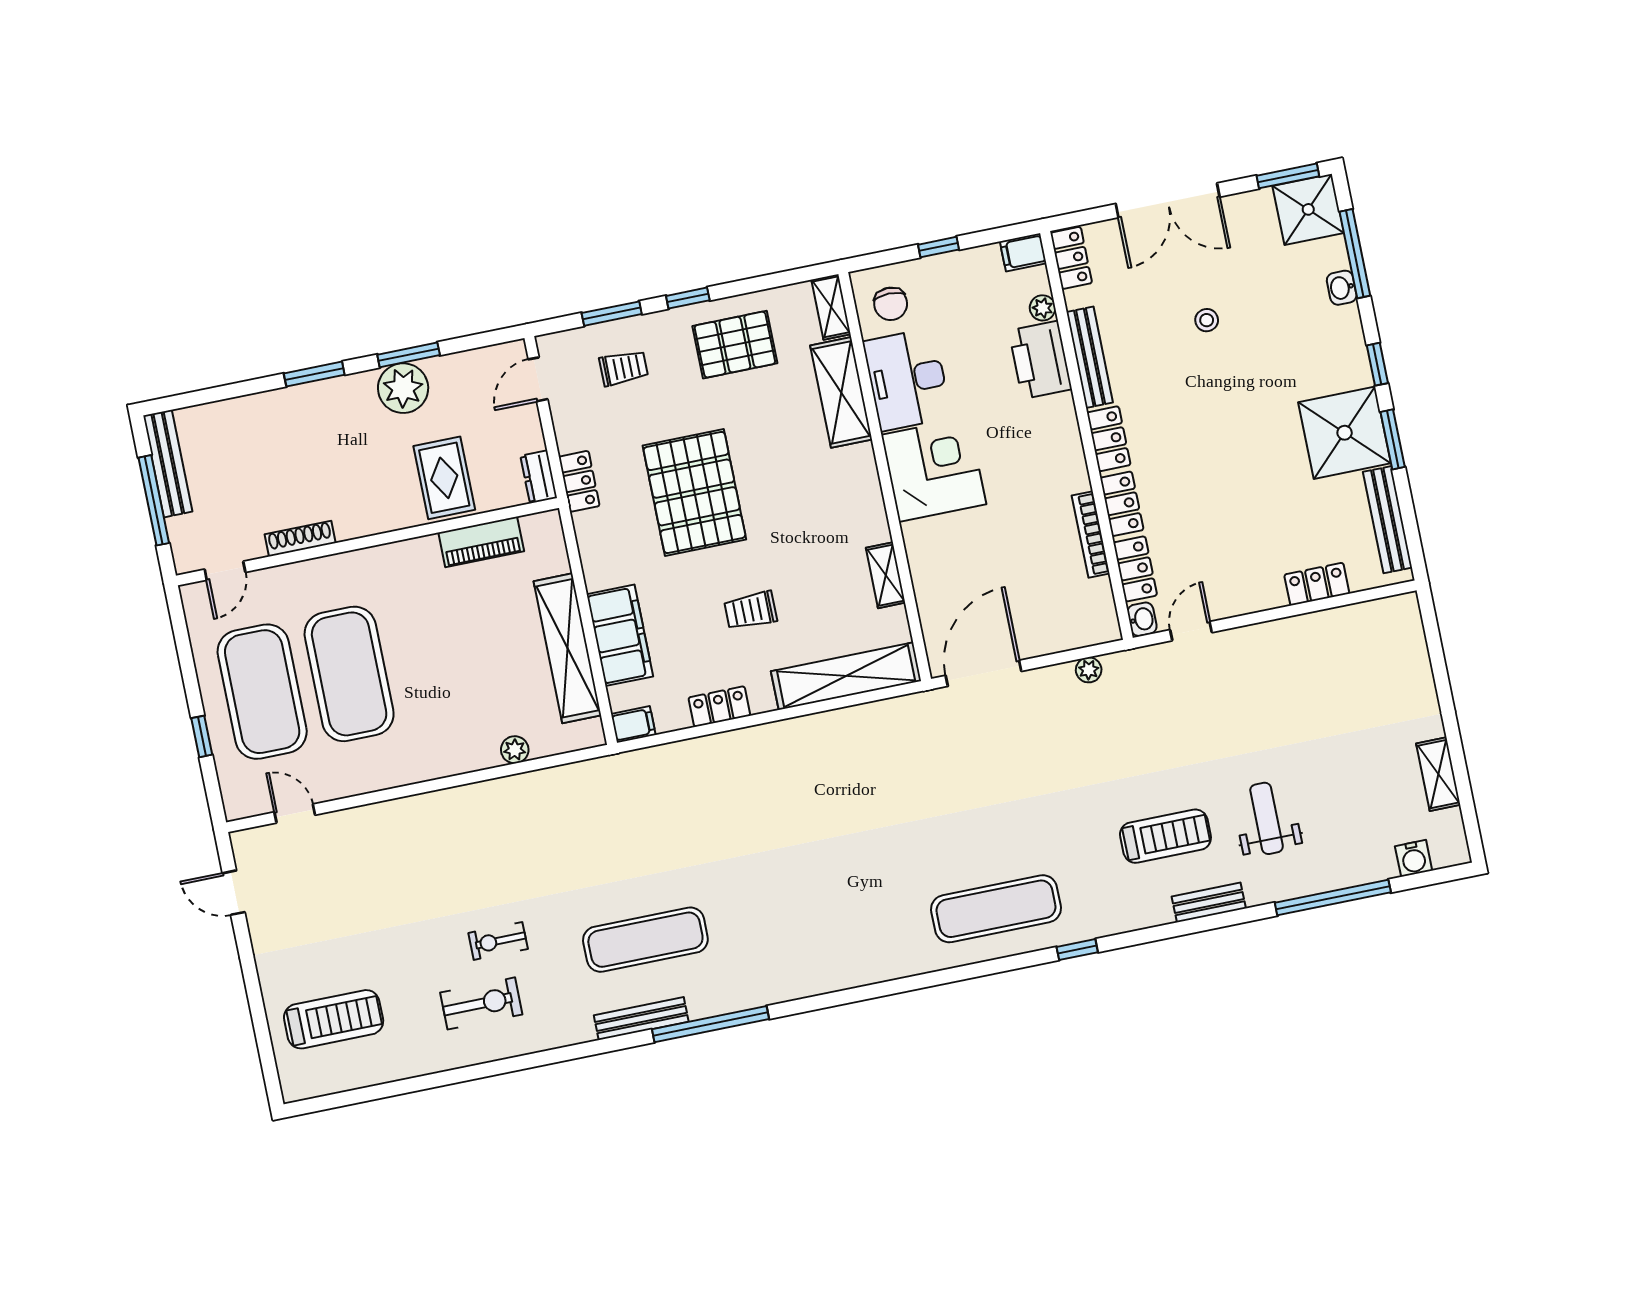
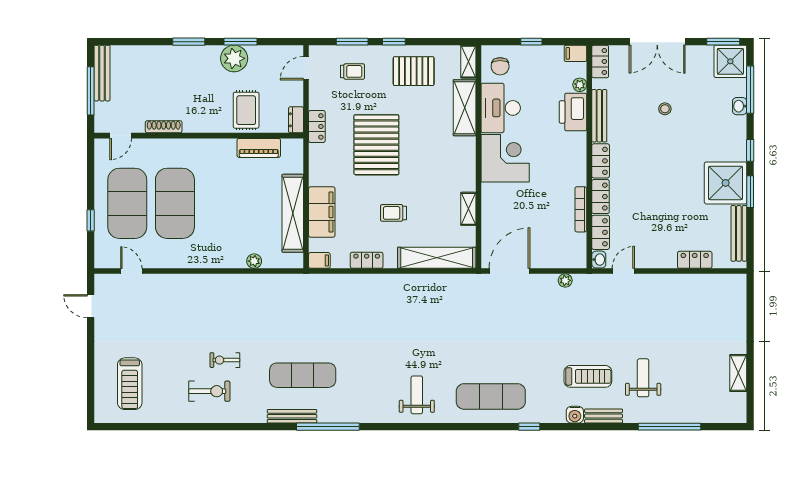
water cooler: (1414, 858) -> (575, 415), moved
weight bench: (861, 933) -> (417, 395), added
treadmill: (334, 1019) -> (130, 384), turned 90

